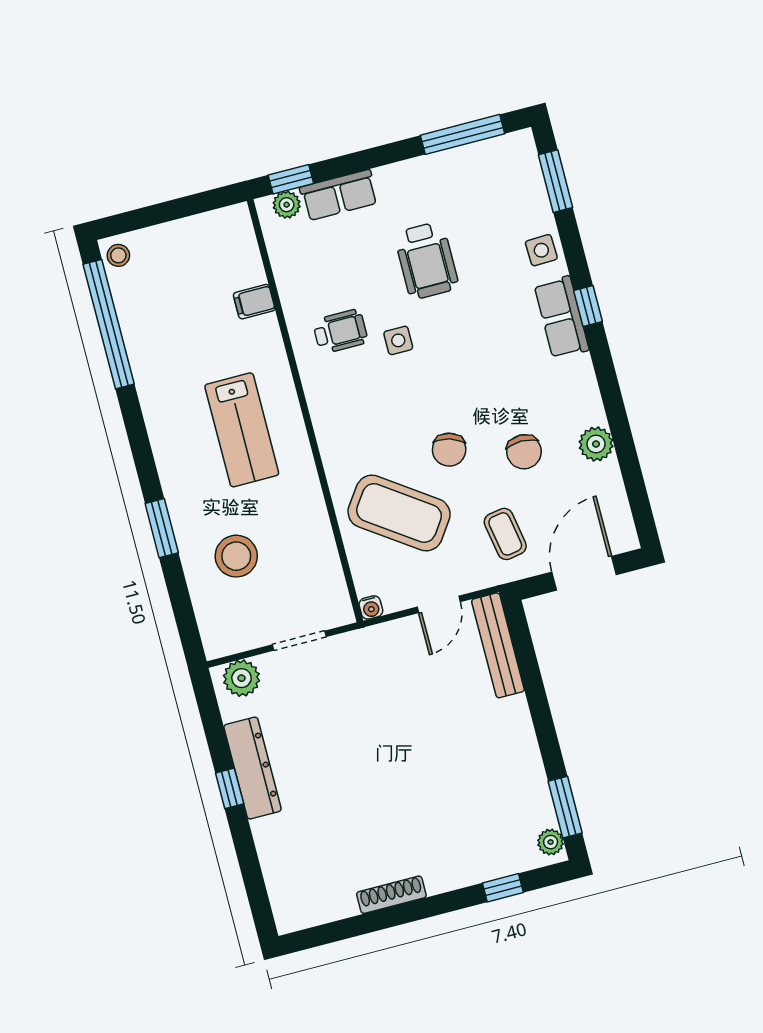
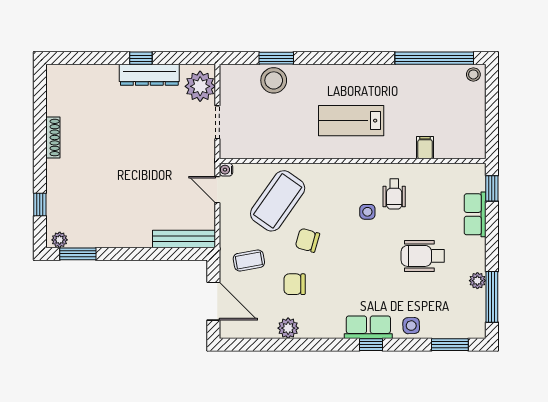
plant: (287, 205) -> (477, 281), moved
side table: (398, 340) -> (367, 212), moved
window: (162, 528) -> (276, 58), moved
stool: (236, 556) -> (274, 80), moved
door: (439, 604) -> (217, 190), moved
plant: (241, 678) -> (200, 86), width x1.36, depth x1.36

